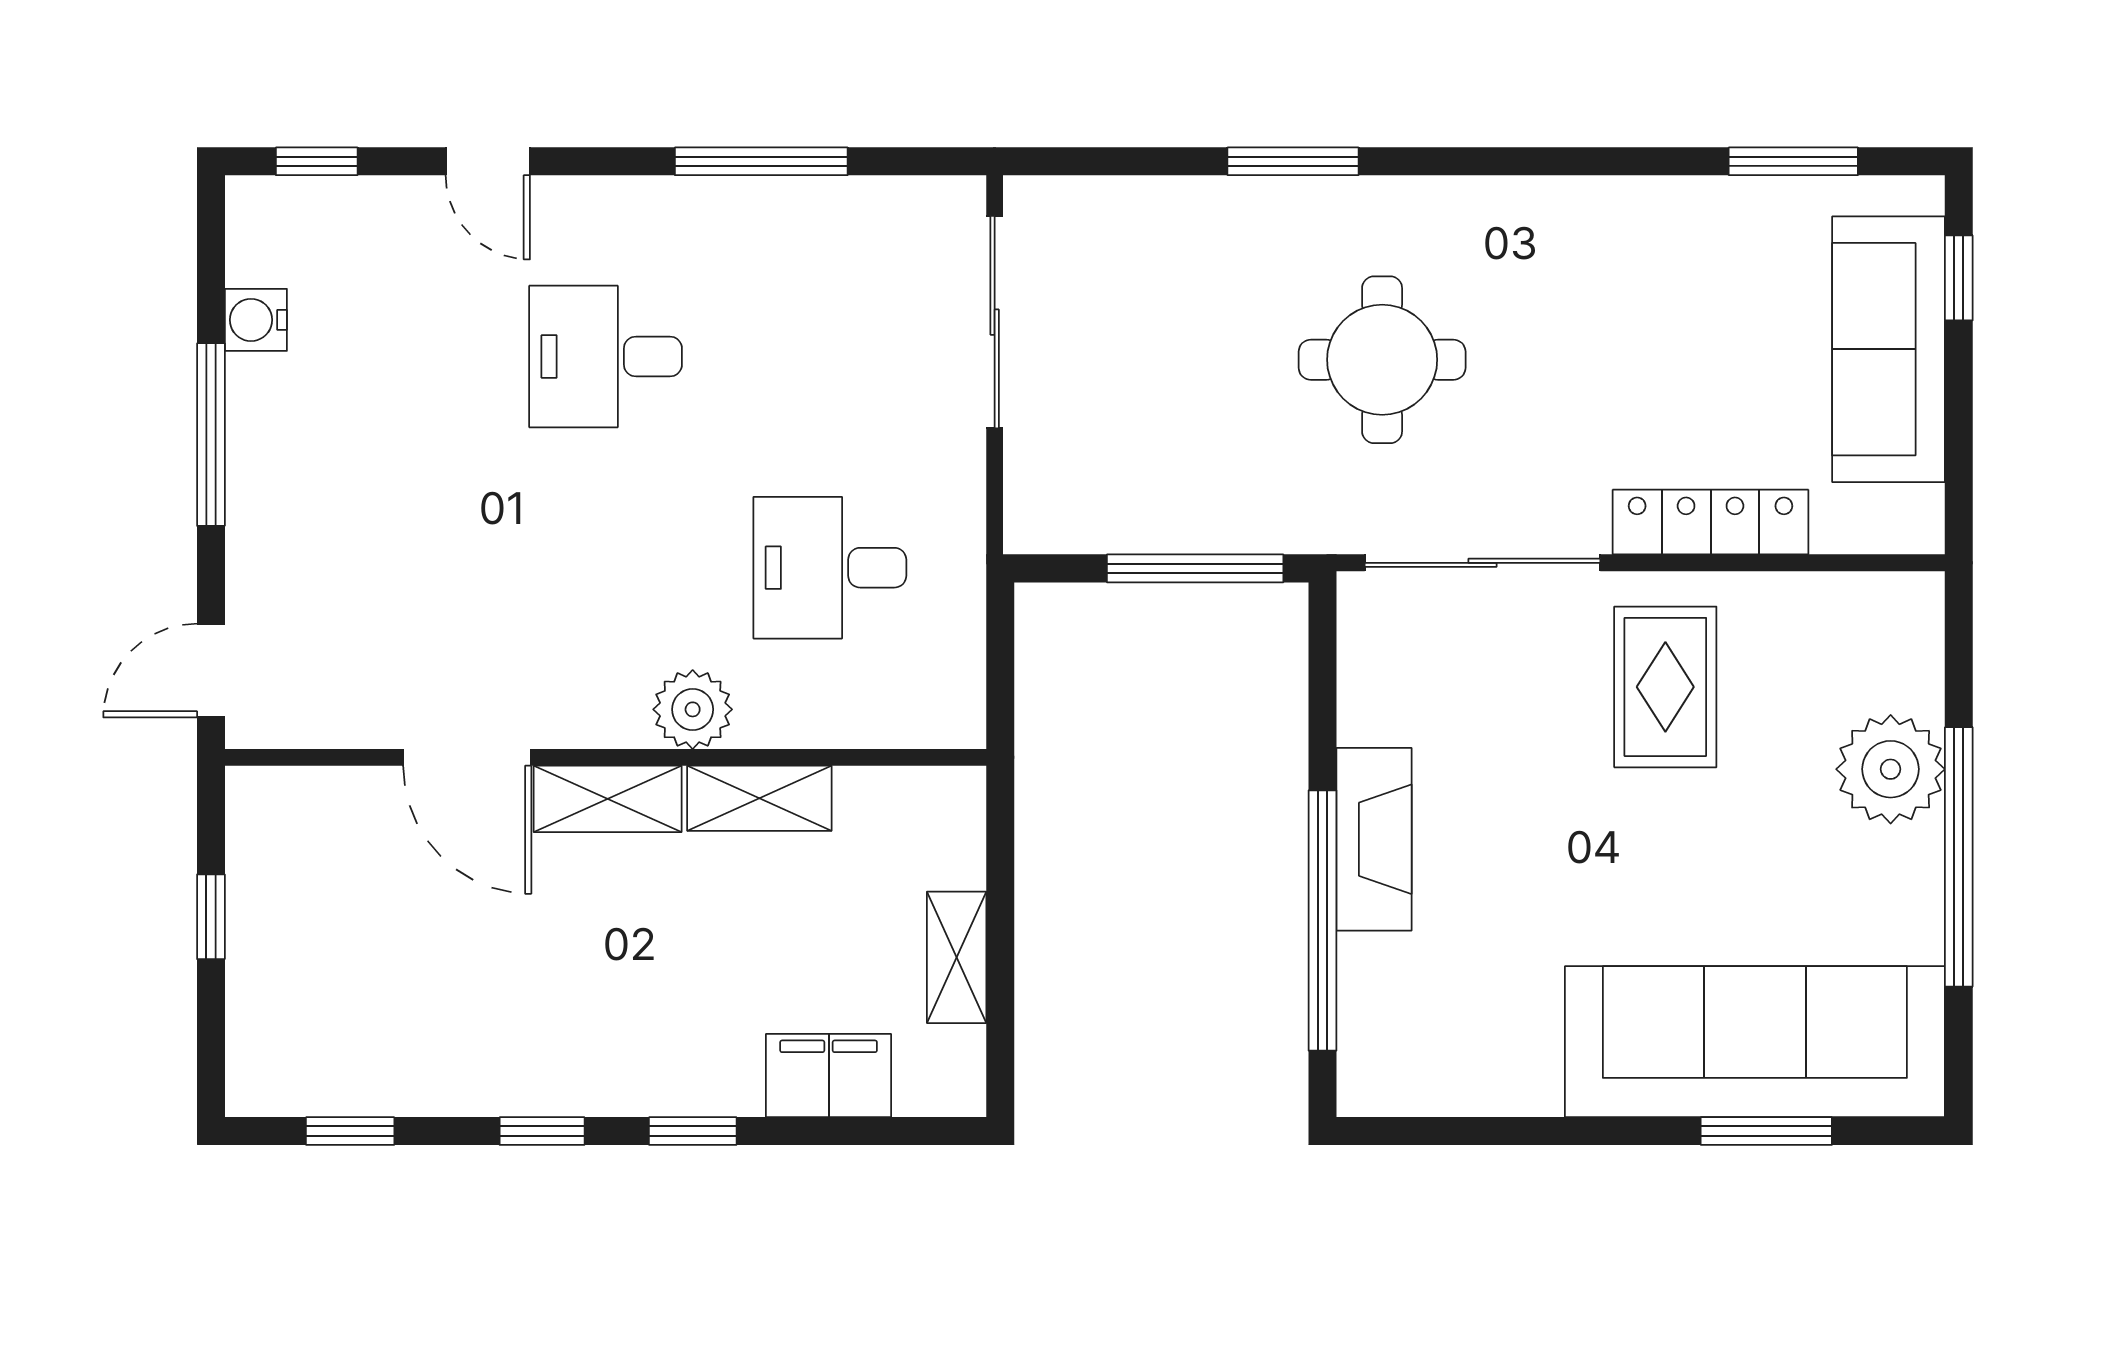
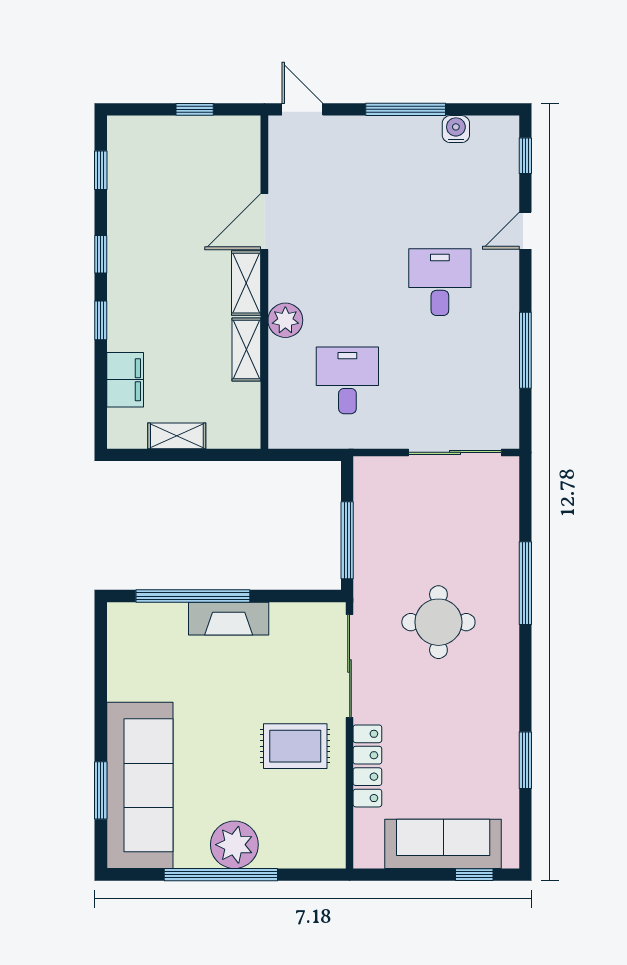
window: (1293, 161) -> (525, 583), width x1.44
window: (1793, 161) -> (525, 760), moved
plant: (1891, 769) -> (234, 845), moved

